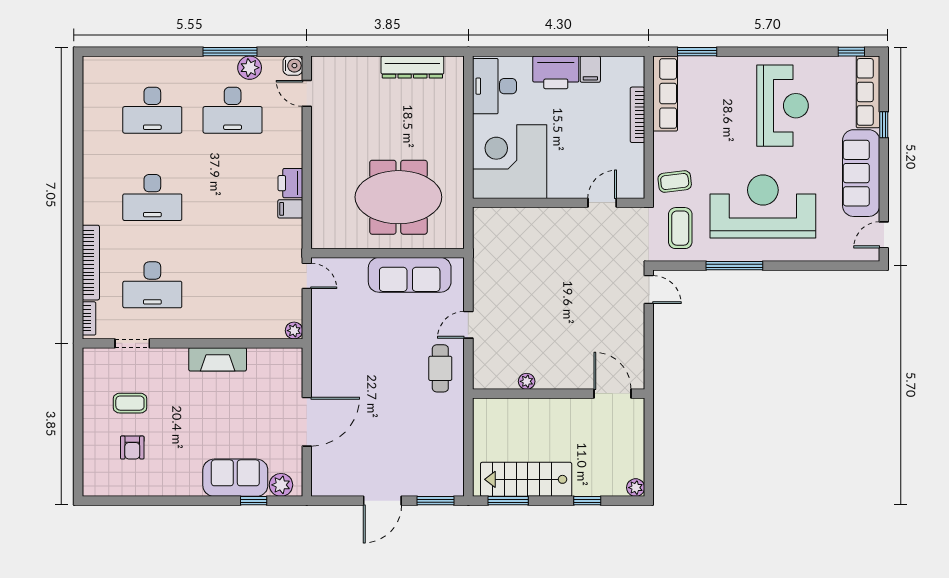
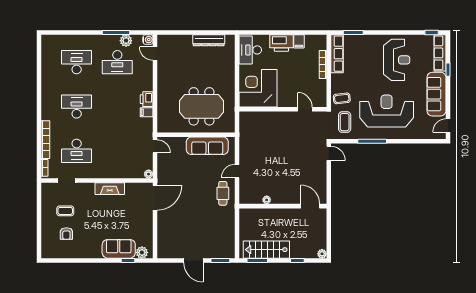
desk: (152, 110) -> (77, 62), turned 180
desk: (152, 197) -> (77, 107), turned 180
door: (602, 203) -> (305, 109), hinge flipped
door: (307, 422) -> (155, 198), moved
door: (382, 501) -> (193, 260), hinge flipped

